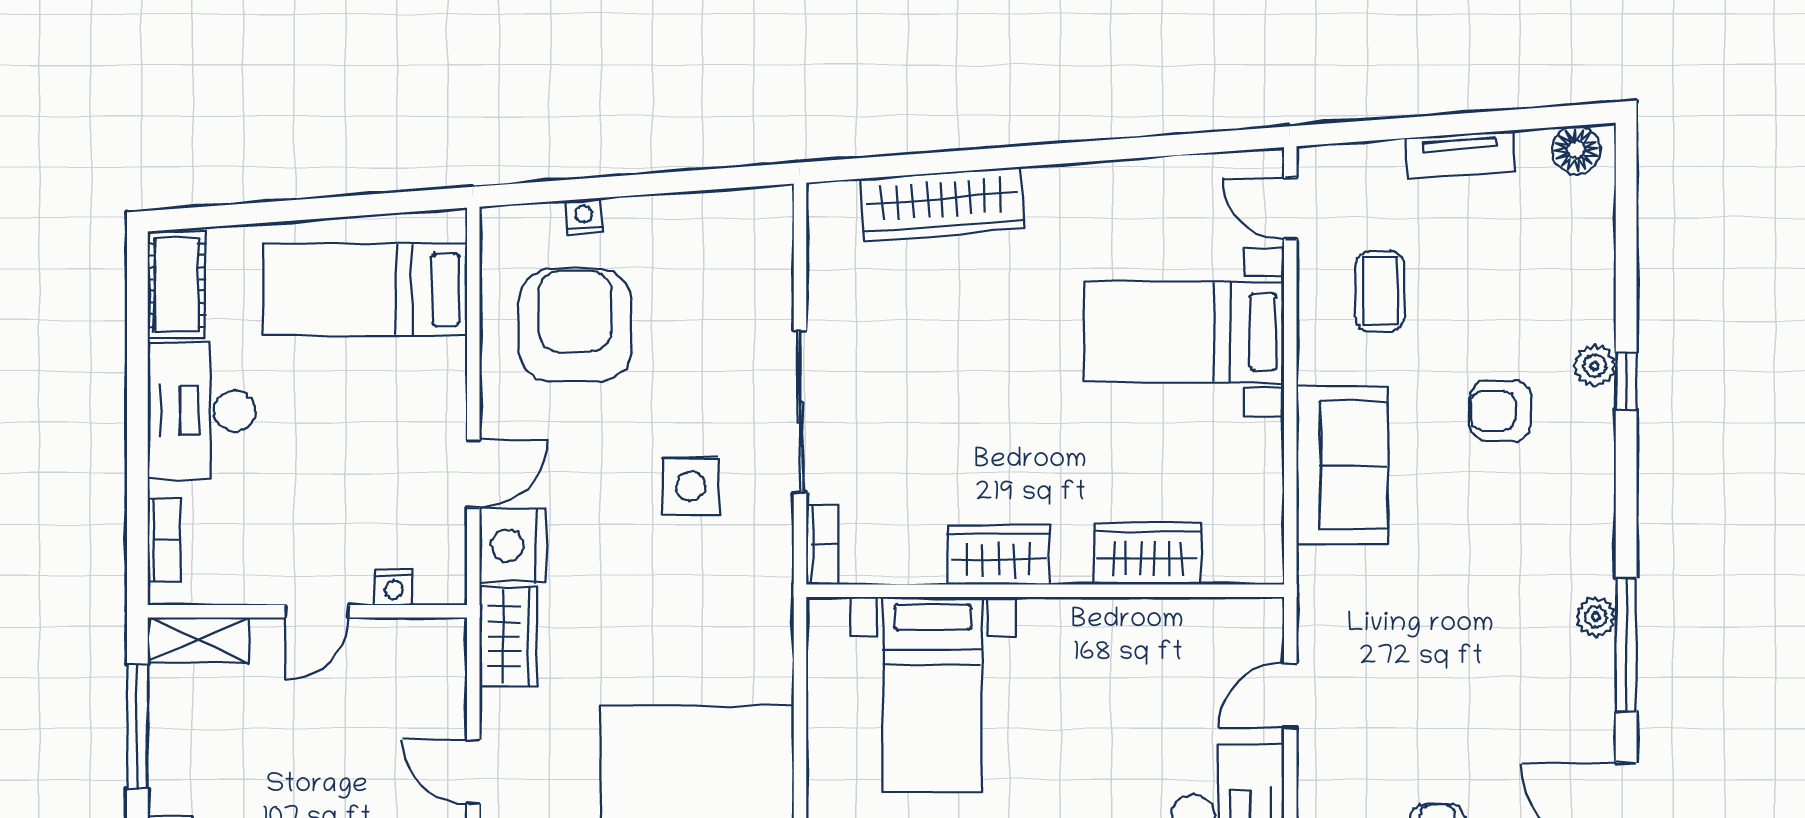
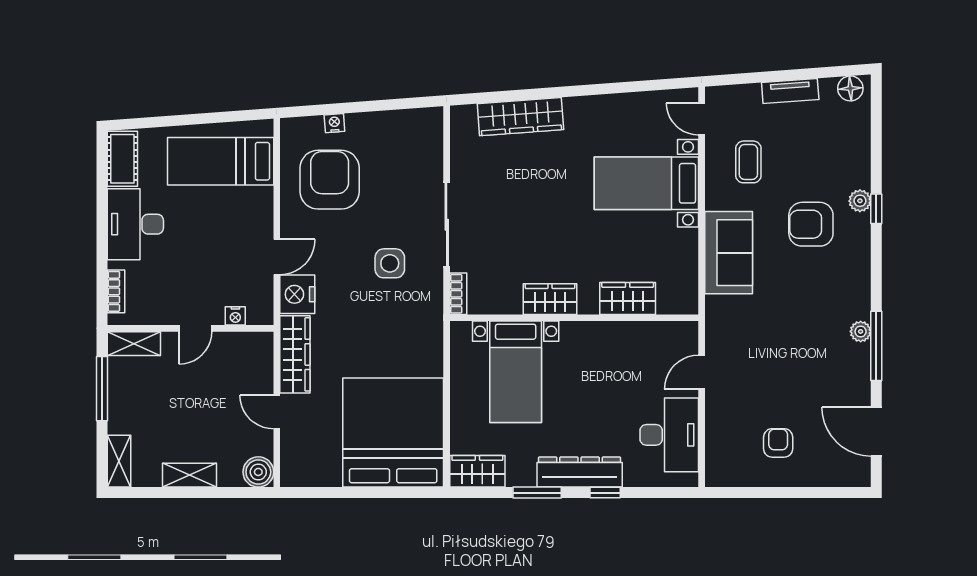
armchair: (1500, 411) -> (811, 224), width x1.38, depth x1.38
wardrobe: (508, 636) -> (295, 354), width x1.50

